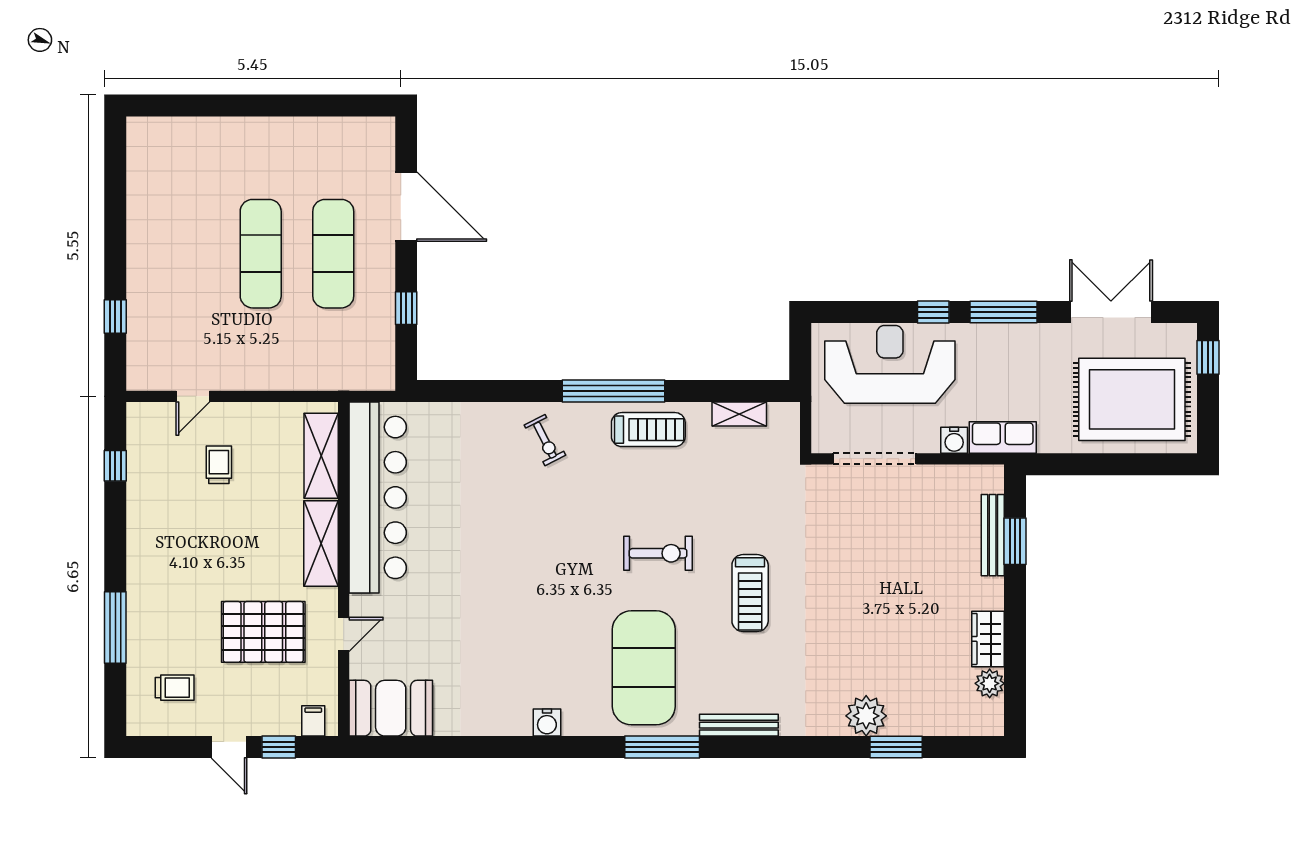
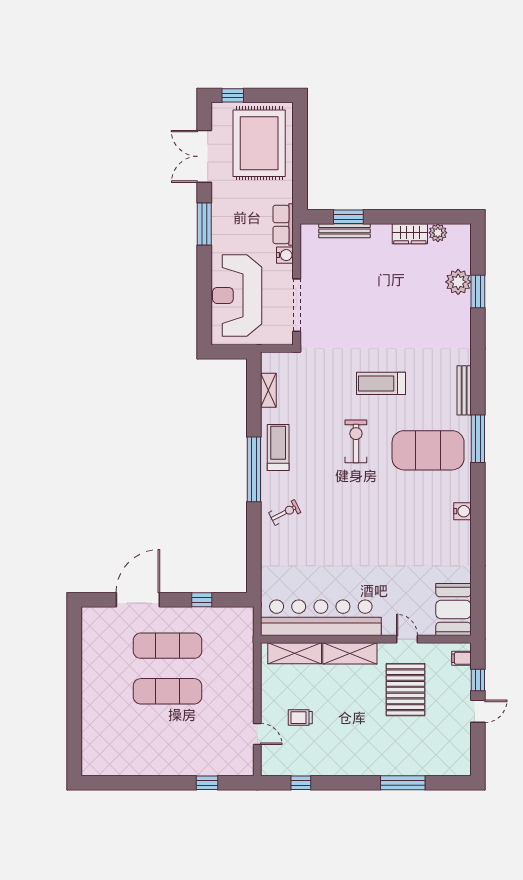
window: (933, 312) -> (204, 268), removed
treadmill: (750, 593) -> (381, 383), turned 180
trolley: (175, 688) -> (441, 745), removed
plant: (866, 716) -> (458, 282), moved

